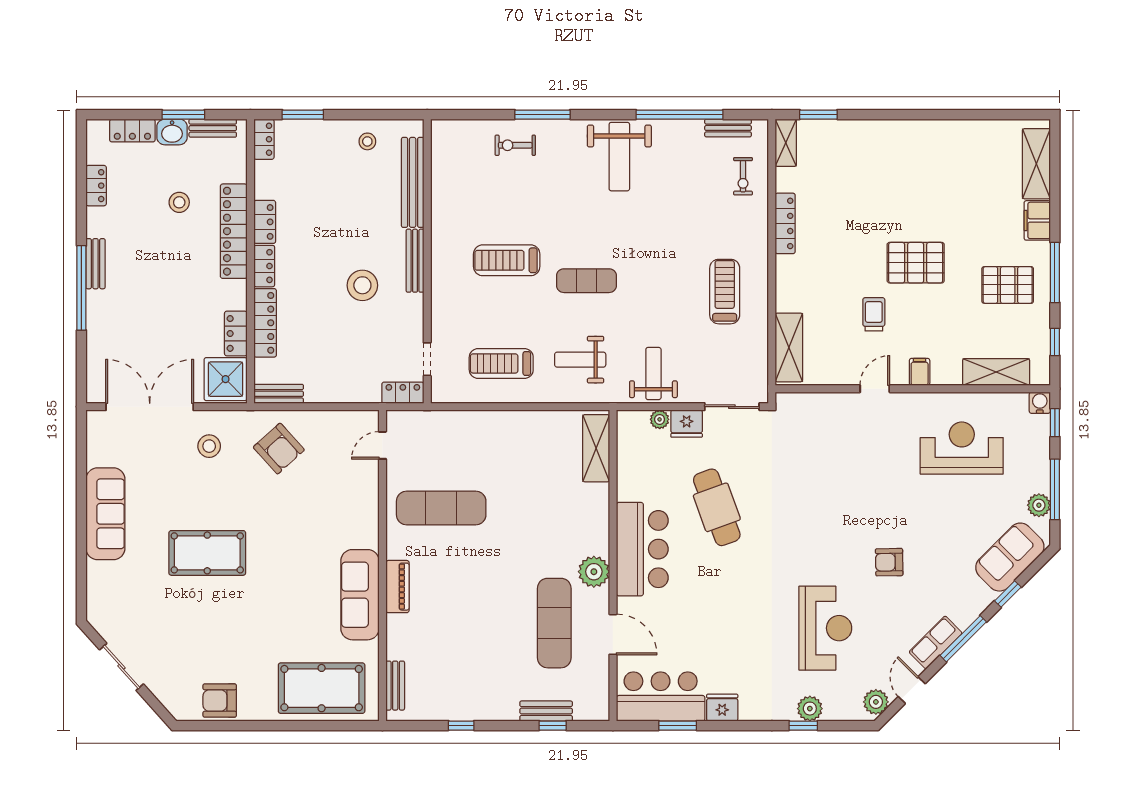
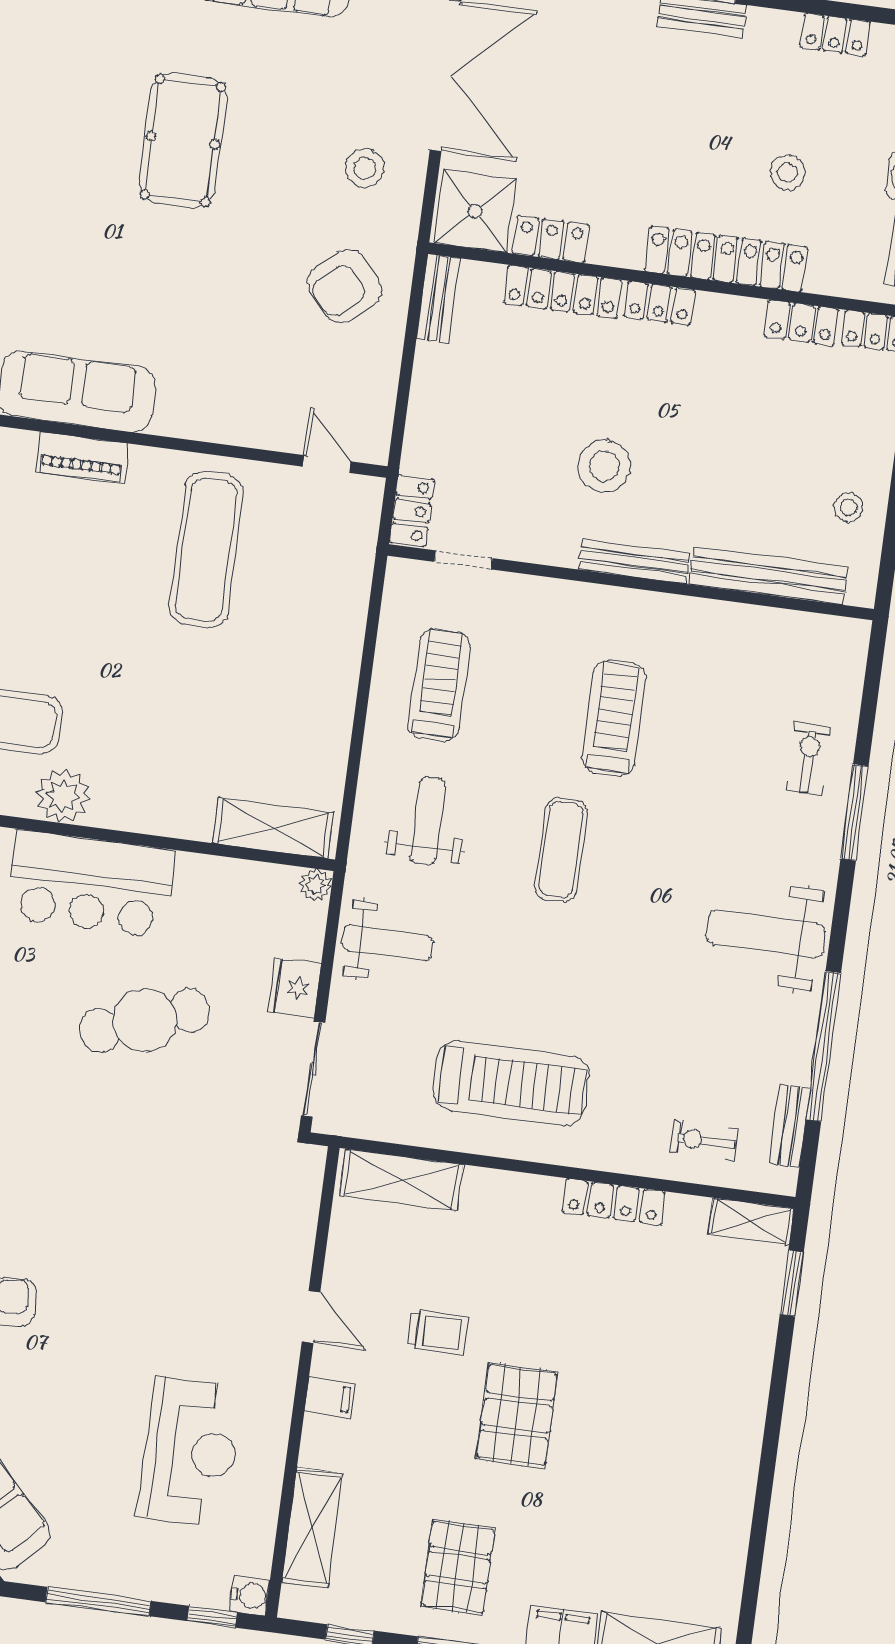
locker: (265, 222) -> (802, 323), moved
treadmill: (725, 292) -> (511, 1083), width x1.37, depth x1.38
plant: (660, 419) -> (315, 885), moved
plant: (1039, 505) -> (75, 1571), removed

